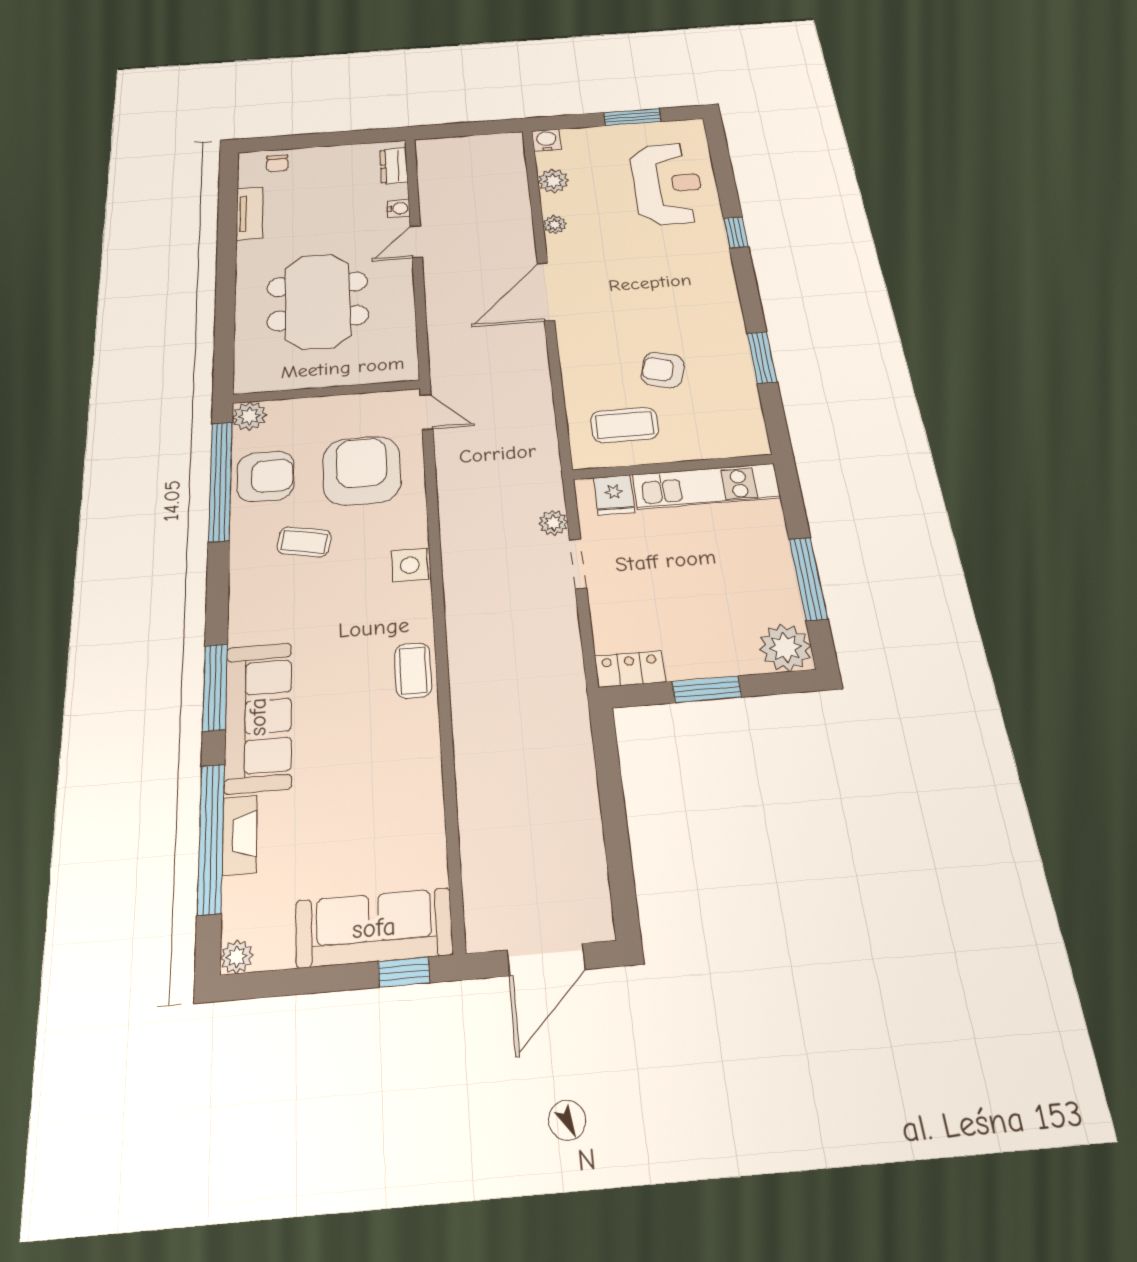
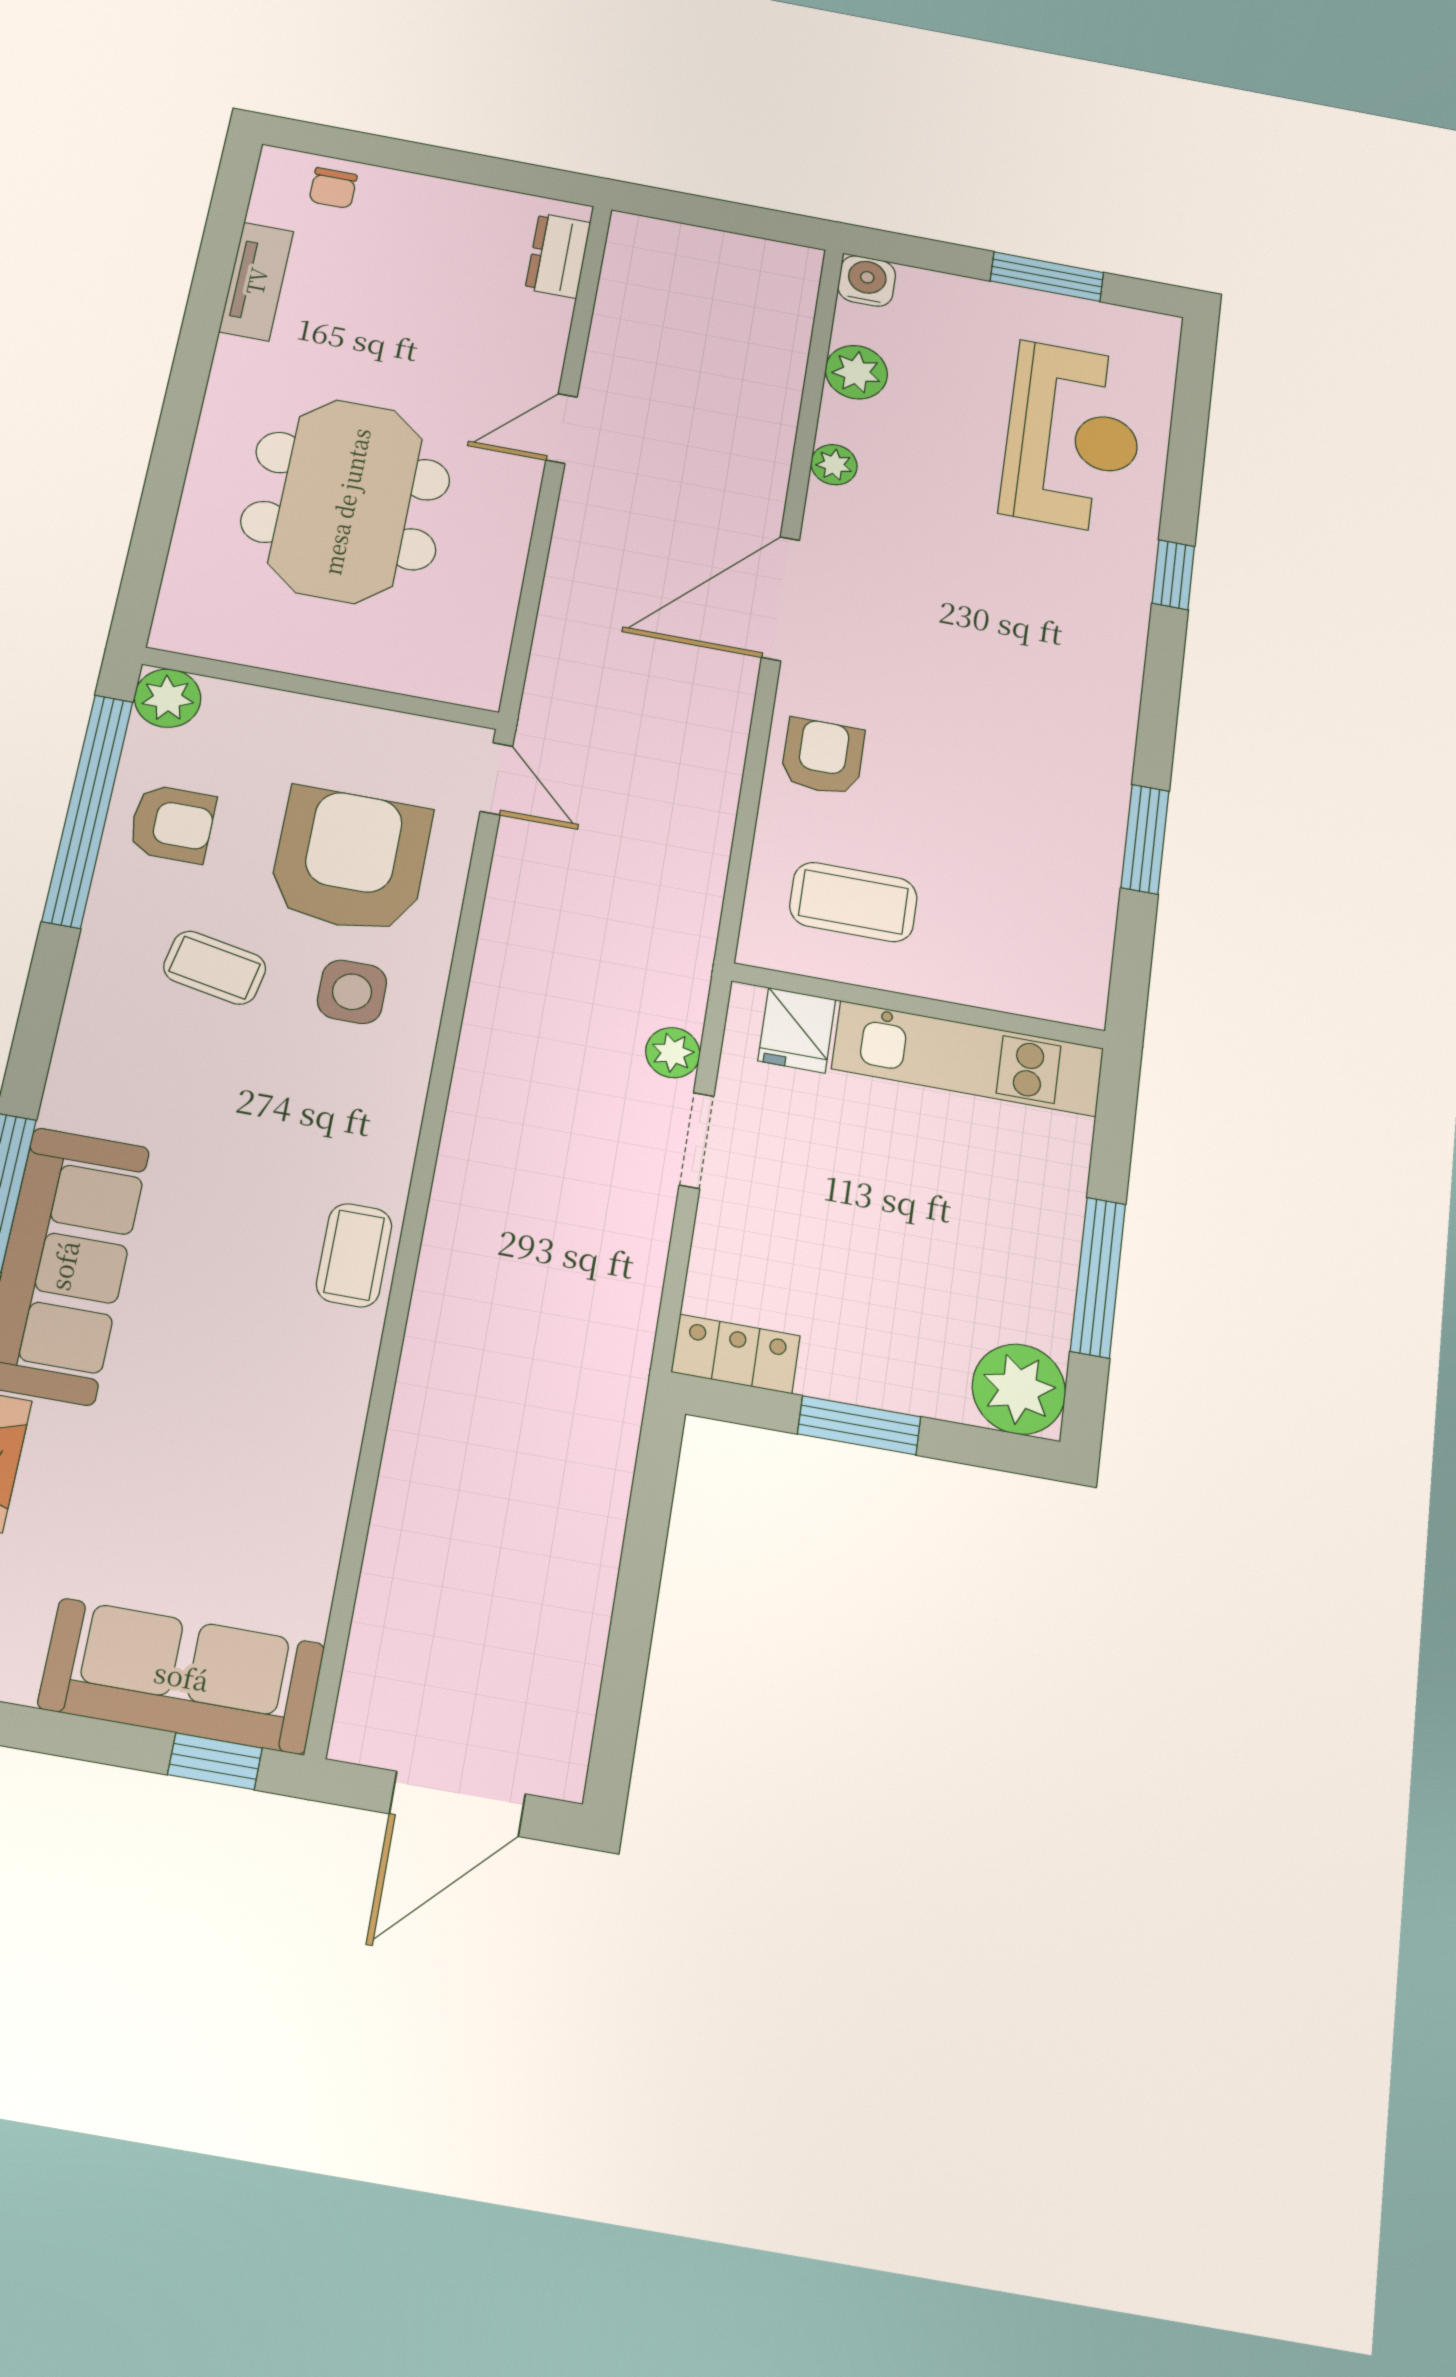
water cooler: (399, 208) -> (545, 349), removed
armchair: (663, 370) -> (823, 757), moved, turned 74
armchair: (266, 476) -> (172, 824), width x0.72, depth x0.72
side table: (410, 565) -> (352, 992), moved

